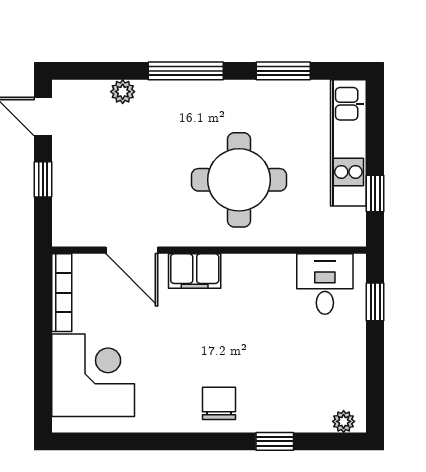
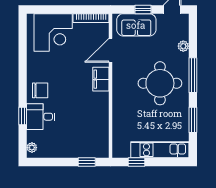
round table: (239, 180) -> (160, 83), moved
sofa: (76, 194) -> (136, 25), added
desk: (325, 284) -> (41, 117), moved, turned 180

